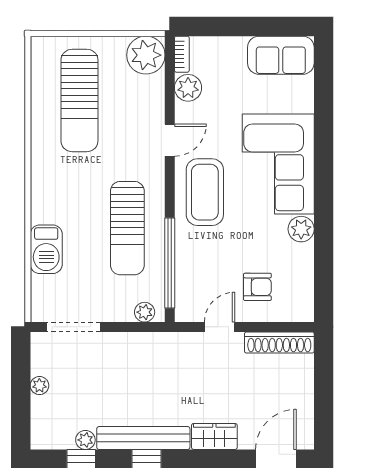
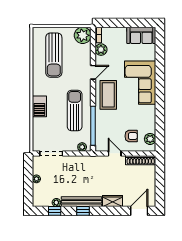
sun lounger: (127, 228) -> (75, 110), turned 180
plant: (301, 229) -> (150, 139), moved
barbecue: (46, 249) -> (39, 106), moved
door: (220, 327) -> (115, 153), hinge flipped

